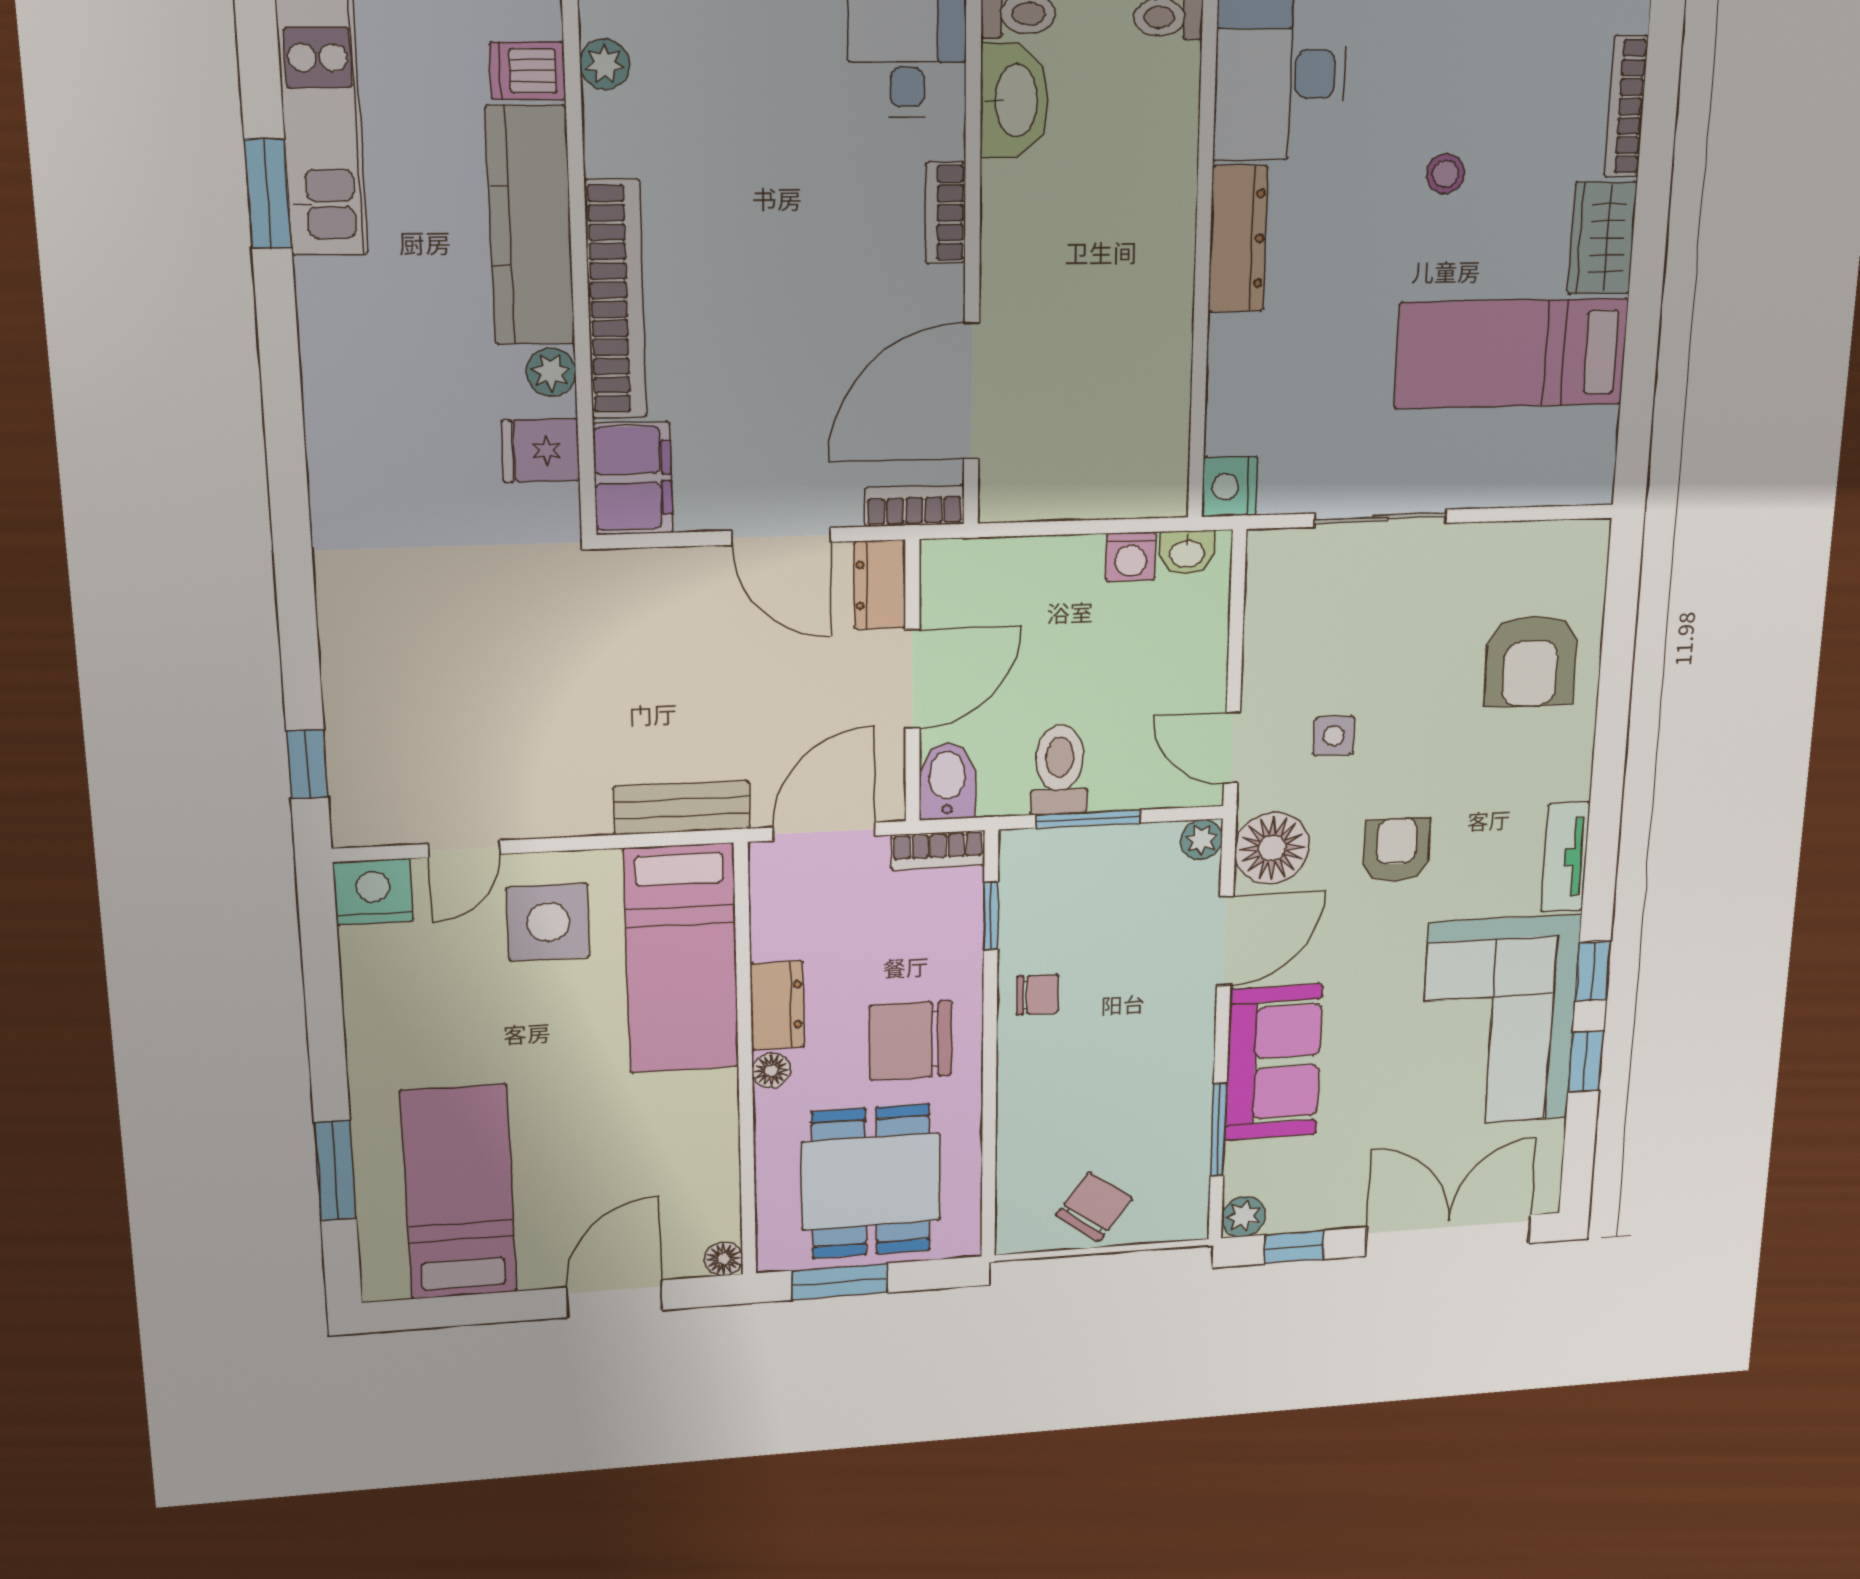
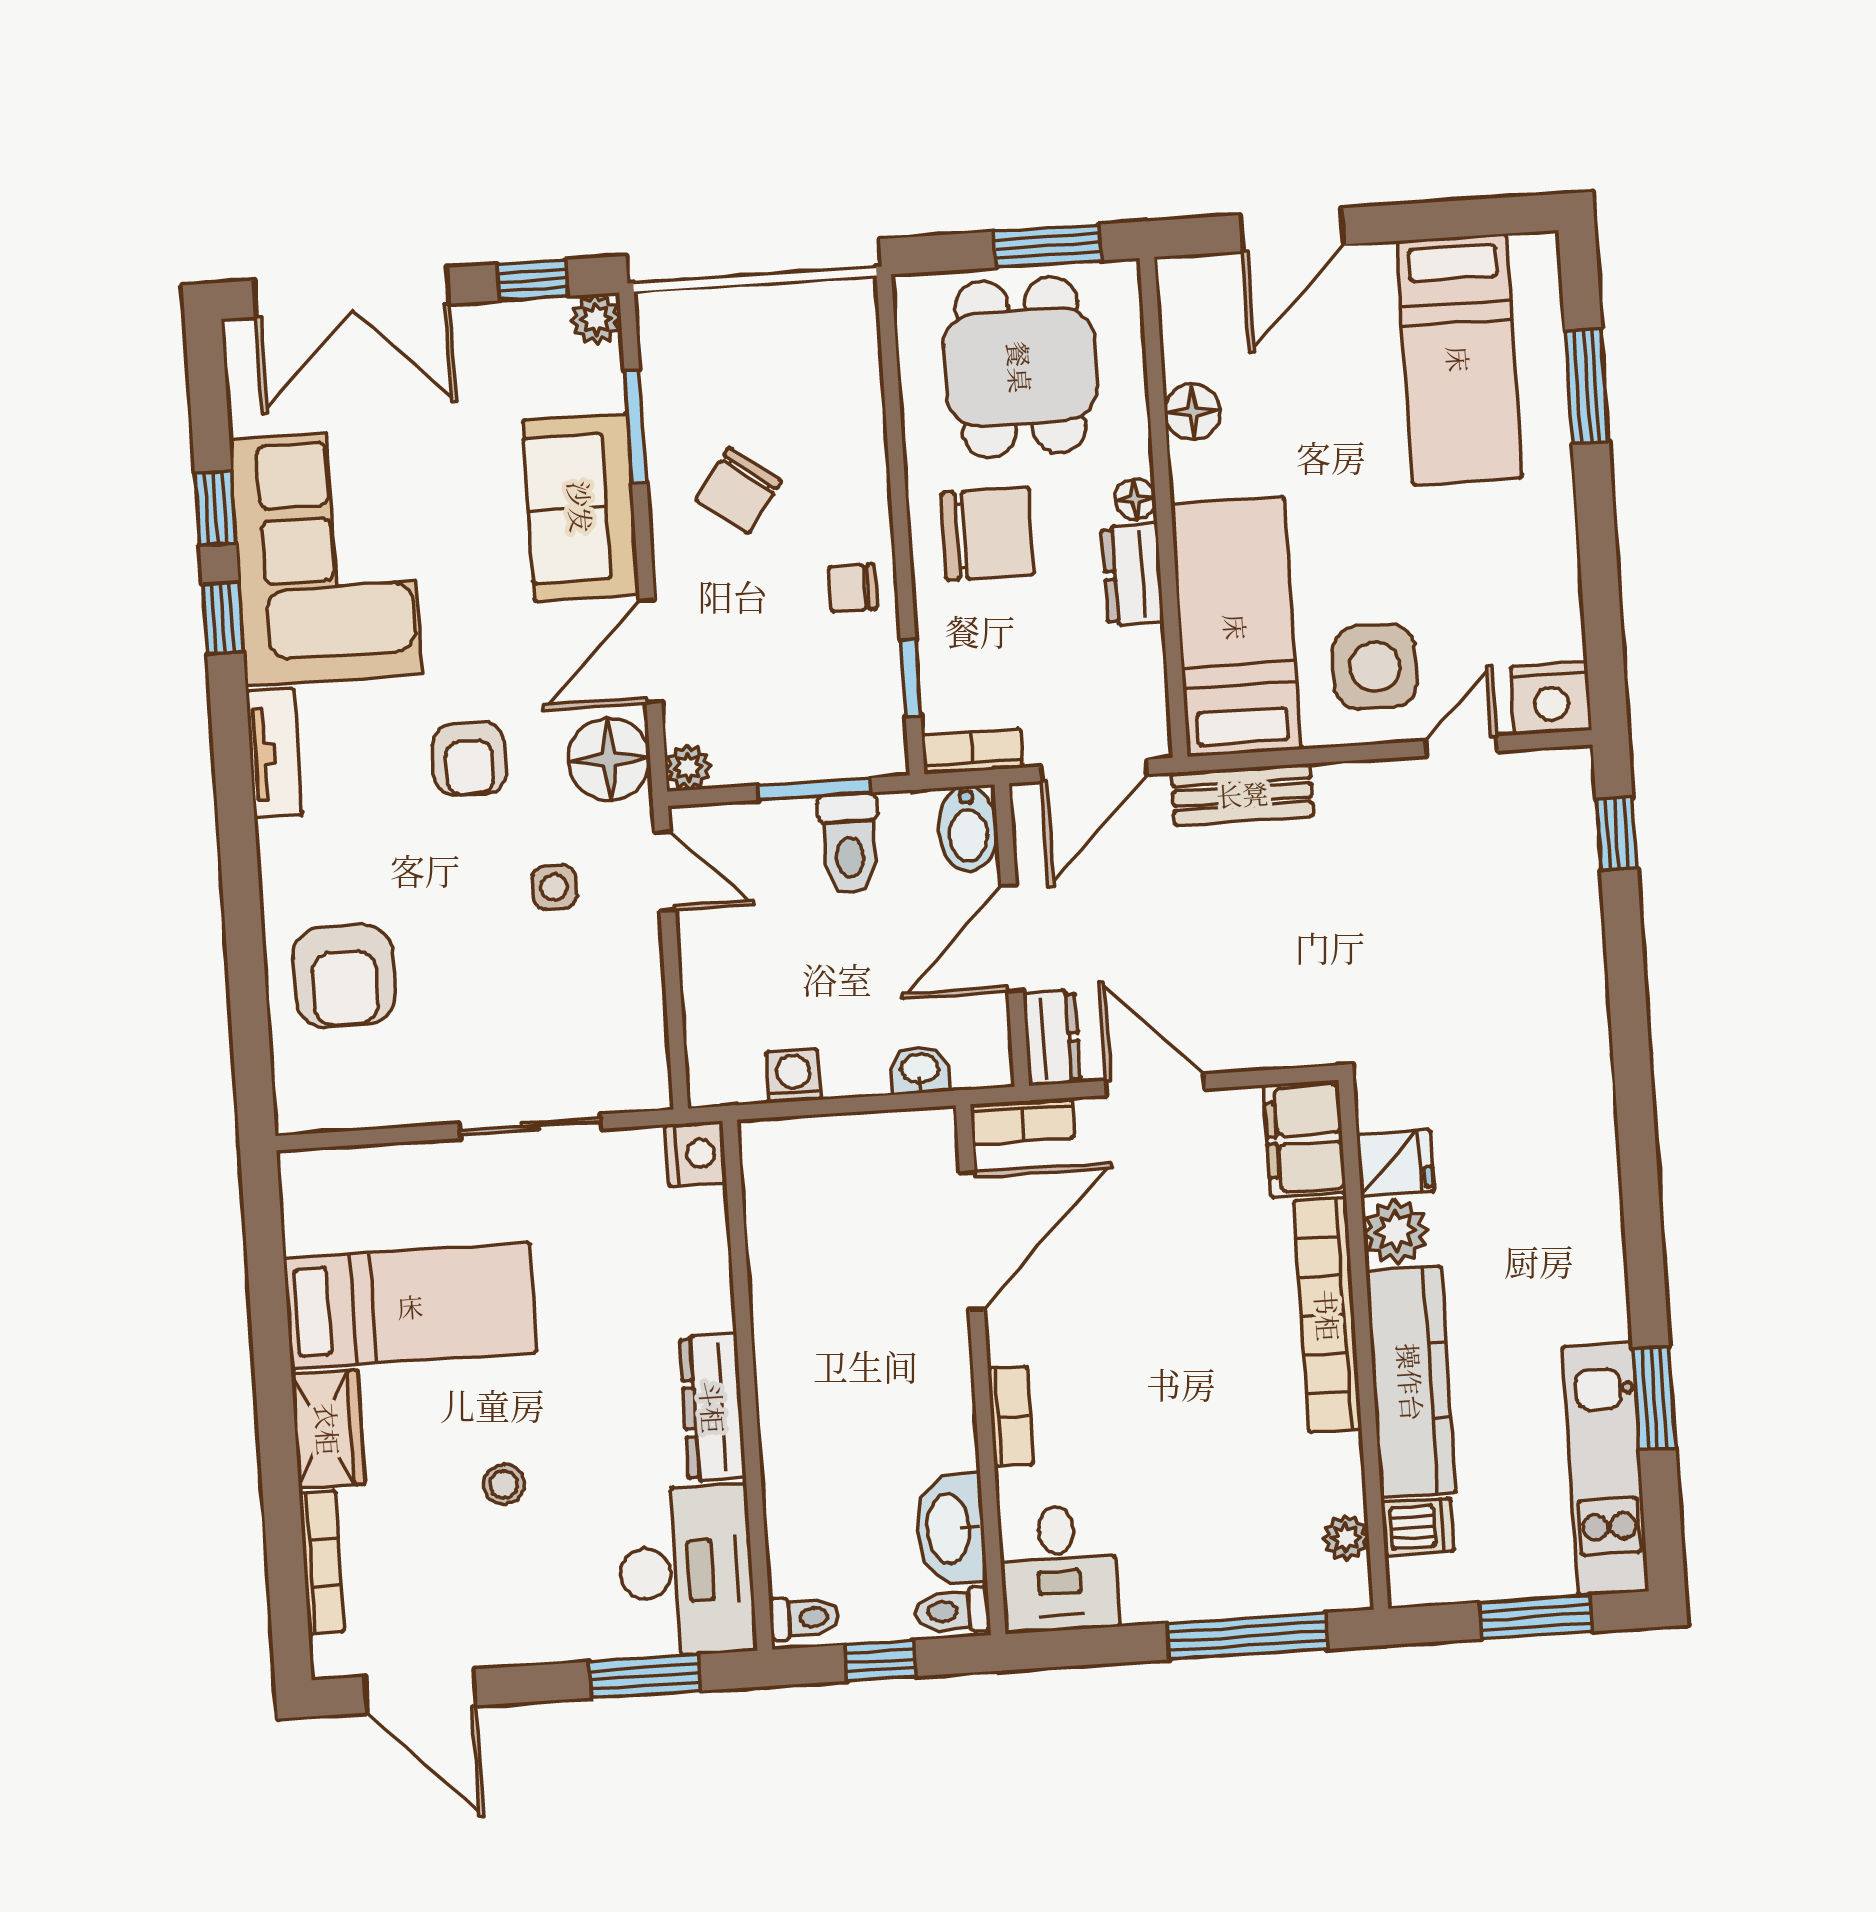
plant: (551, 372) -> (1396, 1231), width x1.38, depth x1.38
washbasin: (1187, 553) -> (920, 1070), moved
armchair: (1531, 661) -> (344, 976), turned 180
chair: (1094, 1207) -> (739, 490), moved
floor lamp: (724, 1259) -> (1193, 412), moved, width x1.37, depth x1.37

